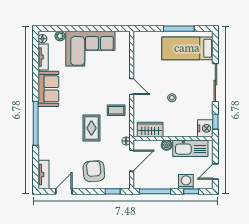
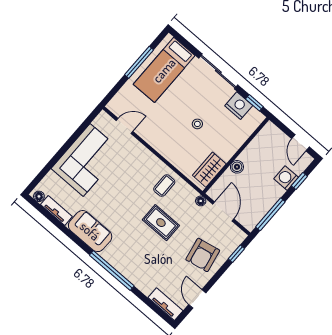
plant: (60, 36) -> (51, 178), removed
door: (132, 87) -> (125, 126), moved
nightstand: (205, 128) -> (239, 106), moved
kitchen sink: (190, 148) -> (259, 147), removed
armchair: (94, 171) -> (203, 255), turned -96

